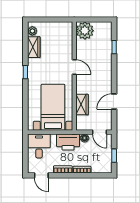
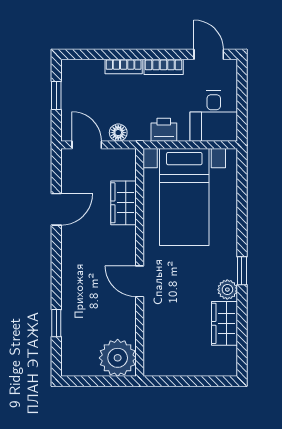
plant: (32, 31) -> (227, 290), moved
printer: (68, 142) -> (164, 130), width x0.53, depth x0.68

